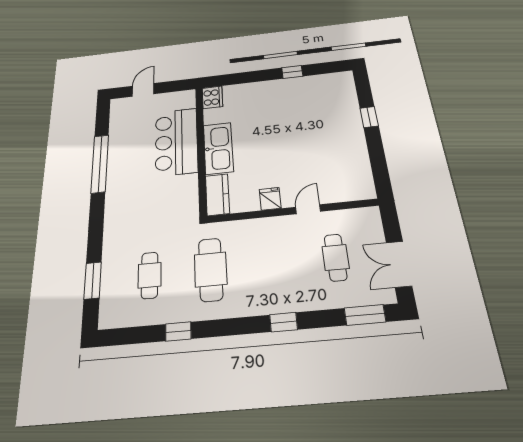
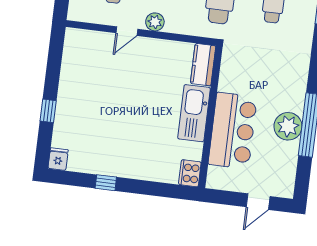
plant: (121, 158) -> (288, 126), added
fridge: (270, 199) -> (58, 159), moved, turned 180
plant: (279, 225) -> (155, 22), added

